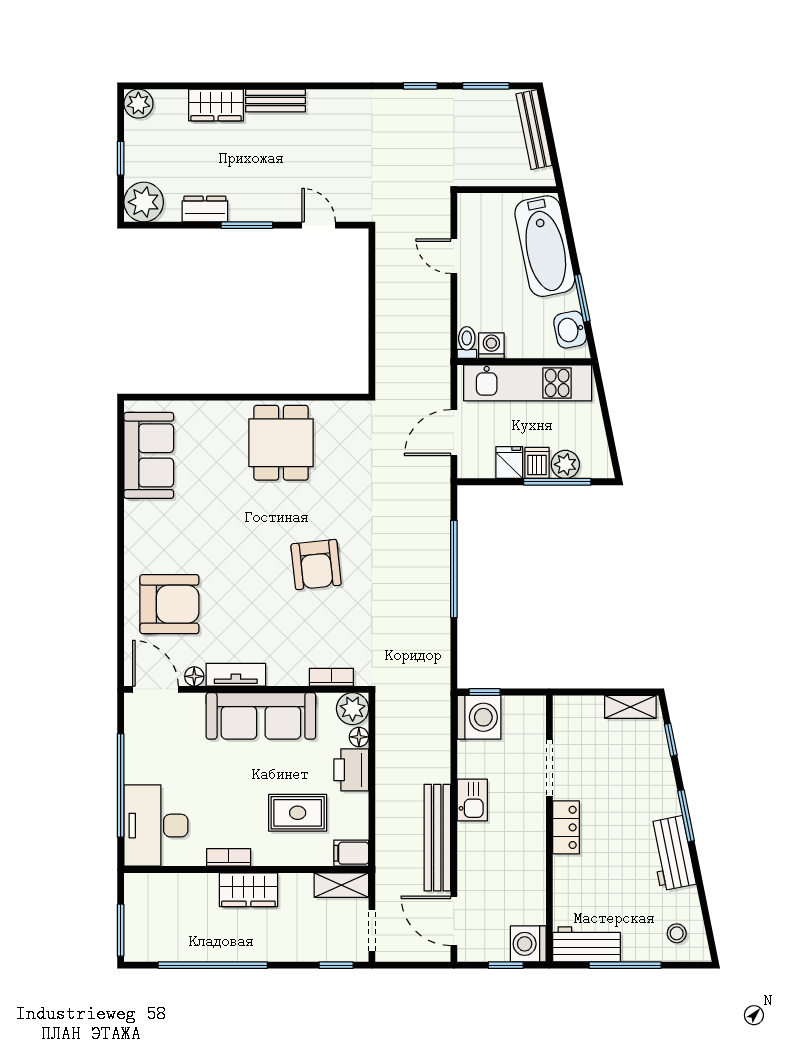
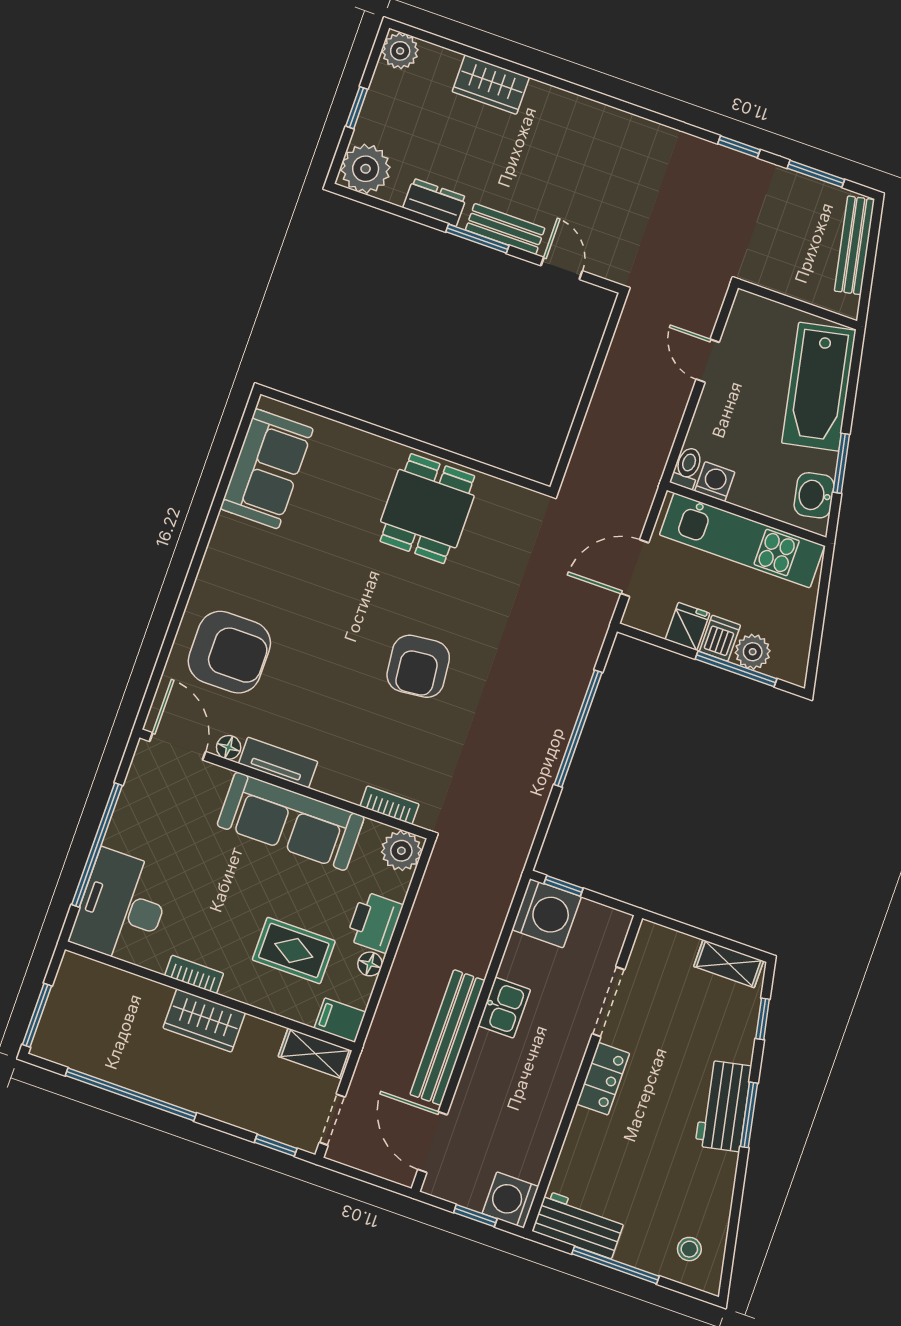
bench: (275, 100) -> (505, 229), moved
floor lamp: (359, 737) -> (370, 964), moved
workbench: (672, 853) -> (723, 1106), moved

